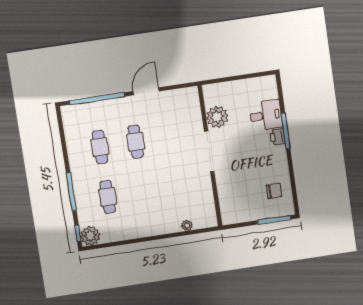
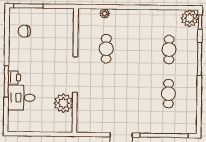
cafe table: (136, 142) -> (106, 49), moved

